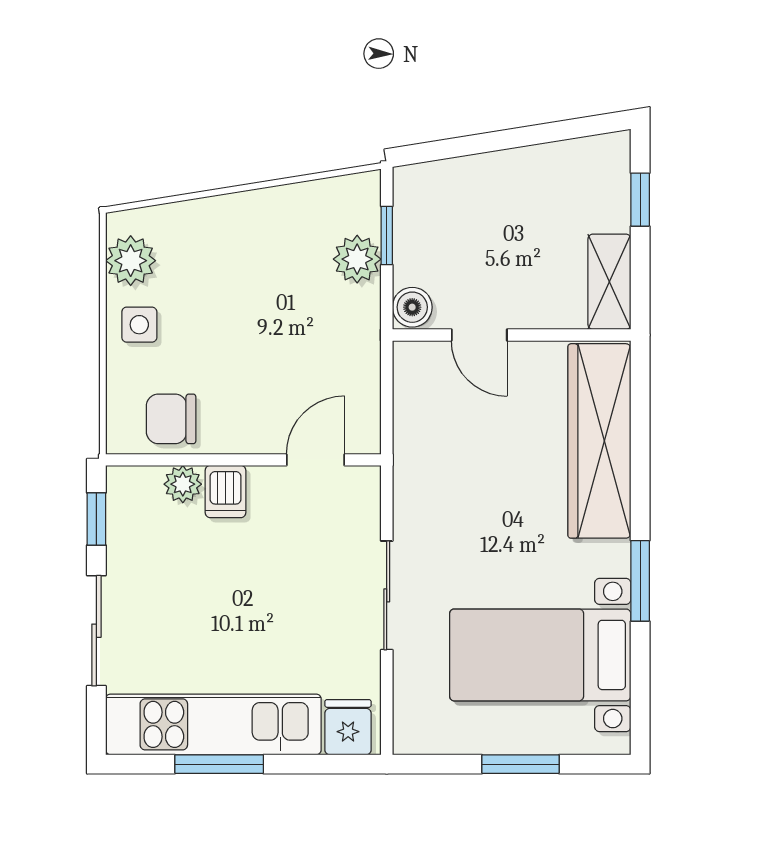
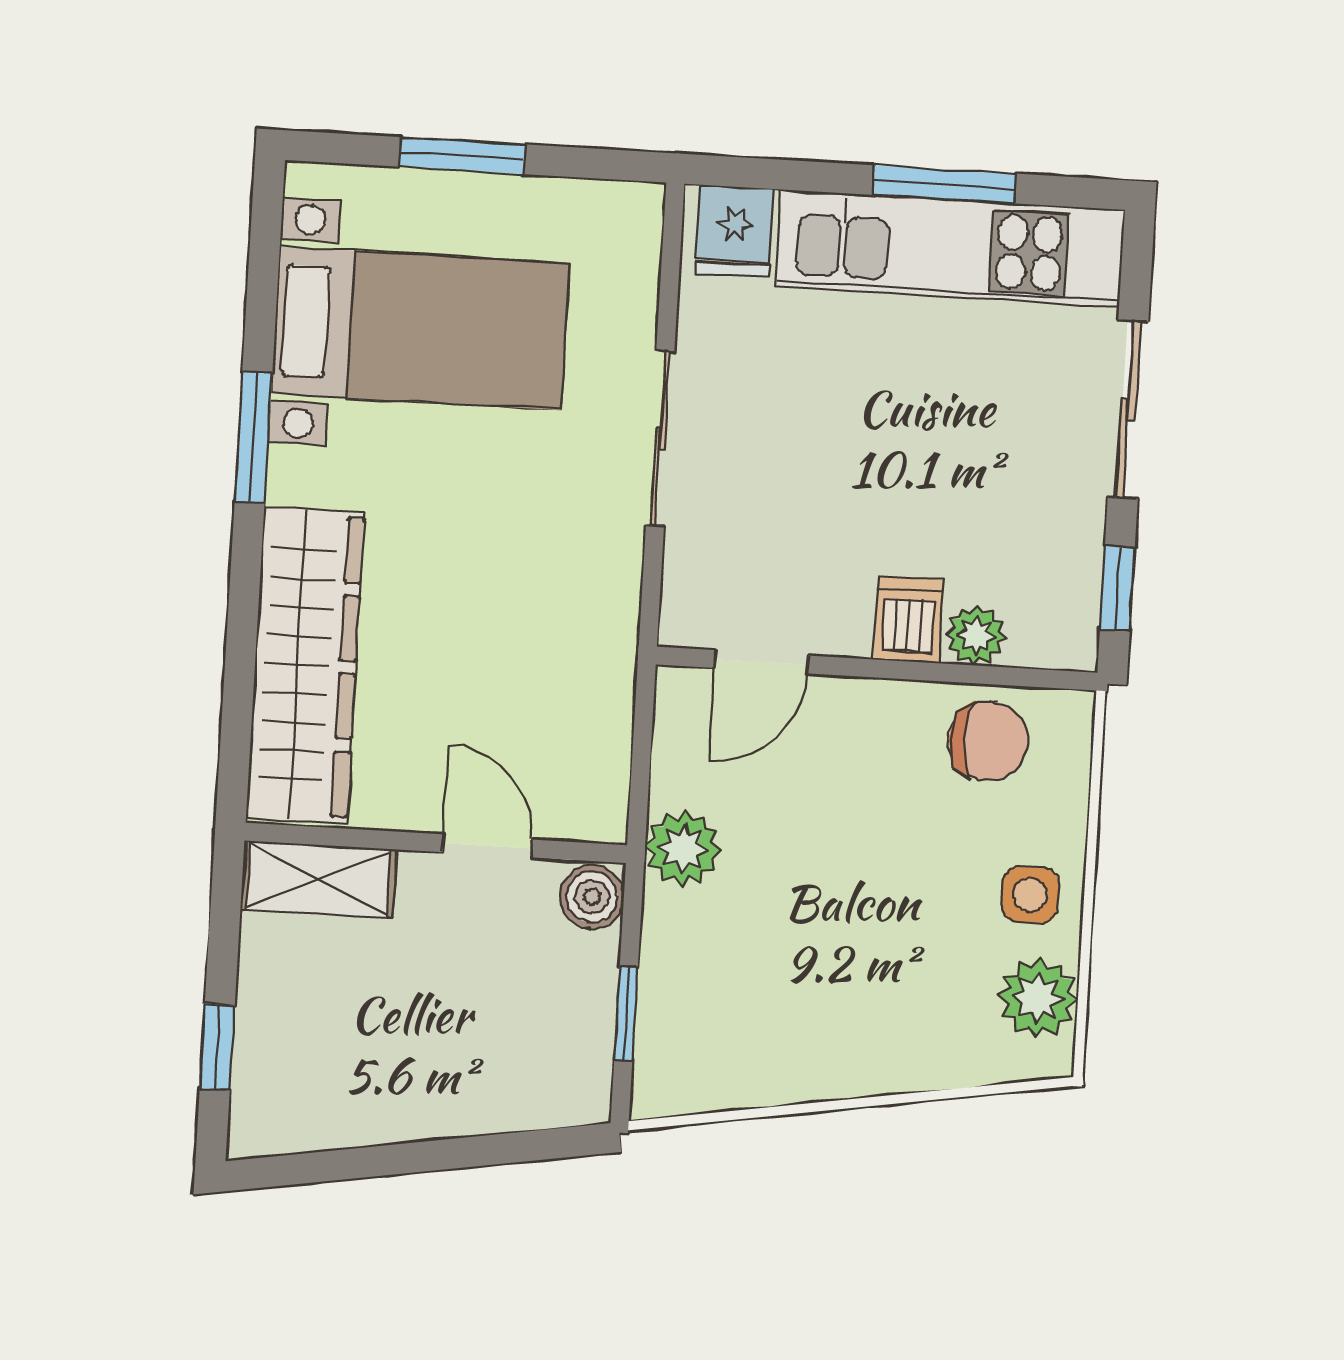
plant: (357, 259) -> (683, 848), moved
shelving: (609, 282) -> (319, 879), moved, turned 90

